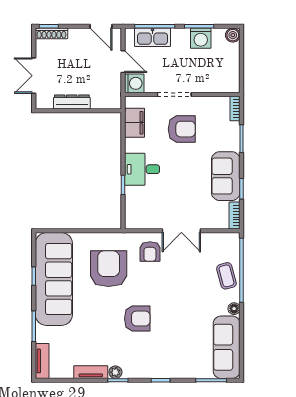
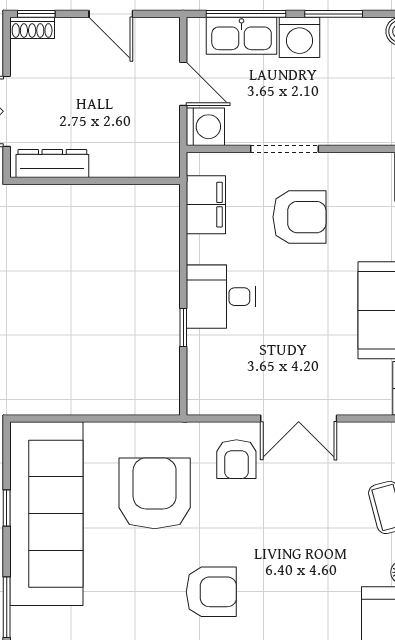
door: (101, 26) -> (111, 14), moved
shoe rack: (51, 33) -> (32, 28), width x0.70
washing machine: (201, 38) -> (299, 37), moved
dresser: (72, 102) -> (52, 164), moved

